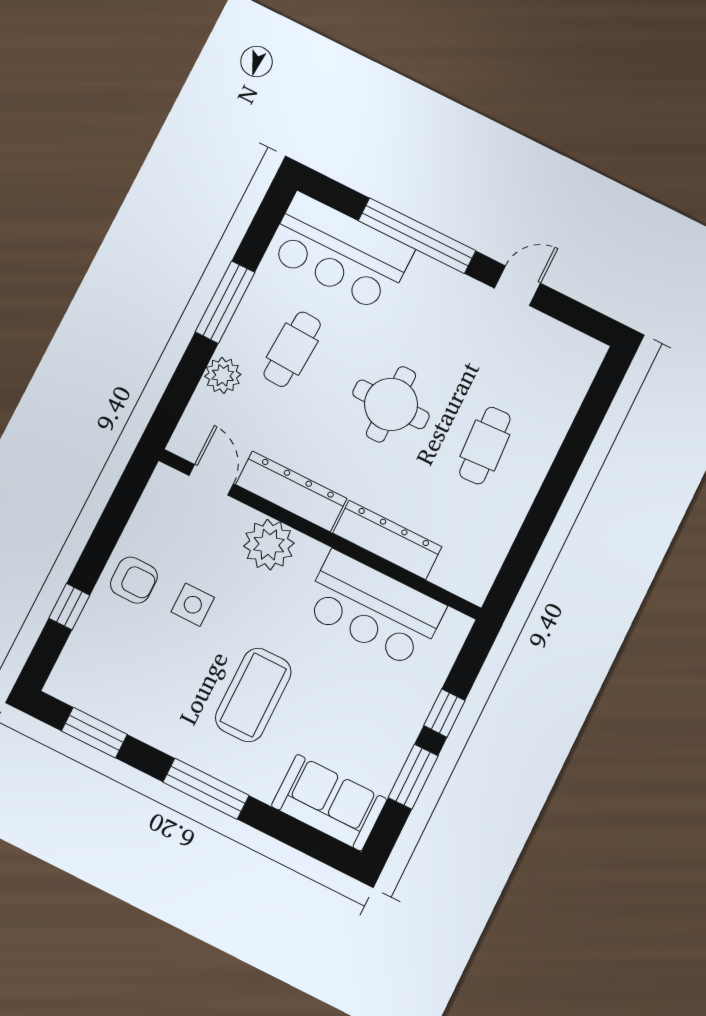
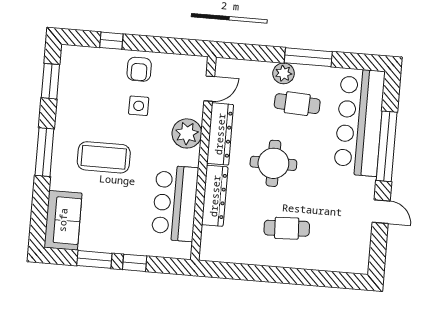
bar counter: (340, 252) -> (359, 122), width x1.36
plant: (223, 375) -> (284, 73), moved
round table: (391, 404) -> (273, 163), moved

